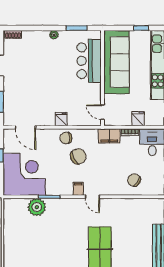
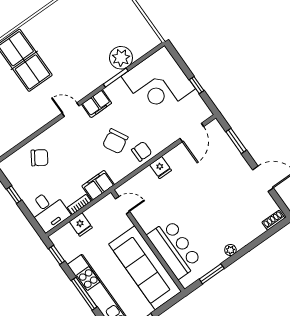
door: (25, 127) -> (192, 132), swing flipped
filing cabinet: (78, 189) -> (97, 104), width x2.00

